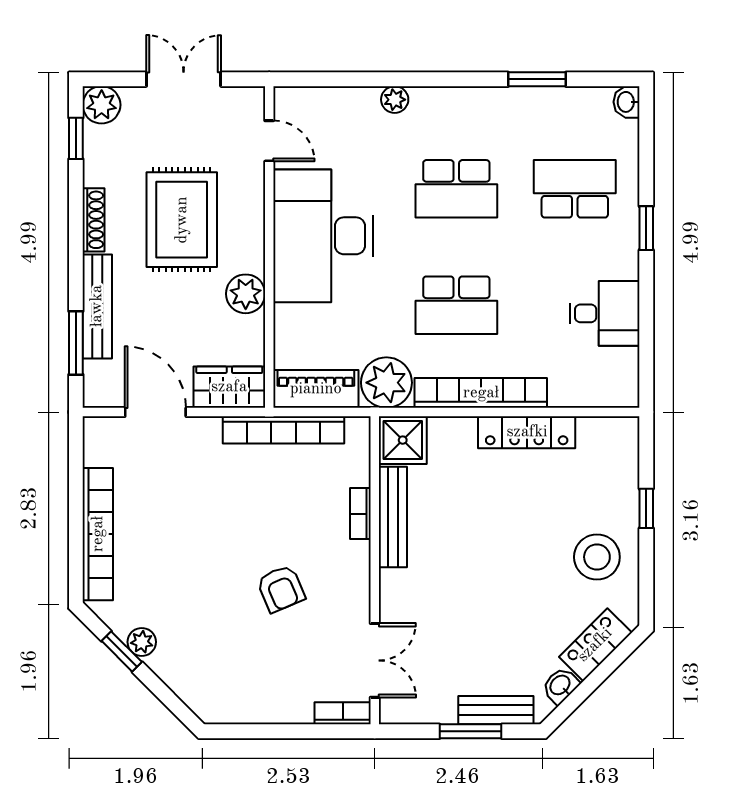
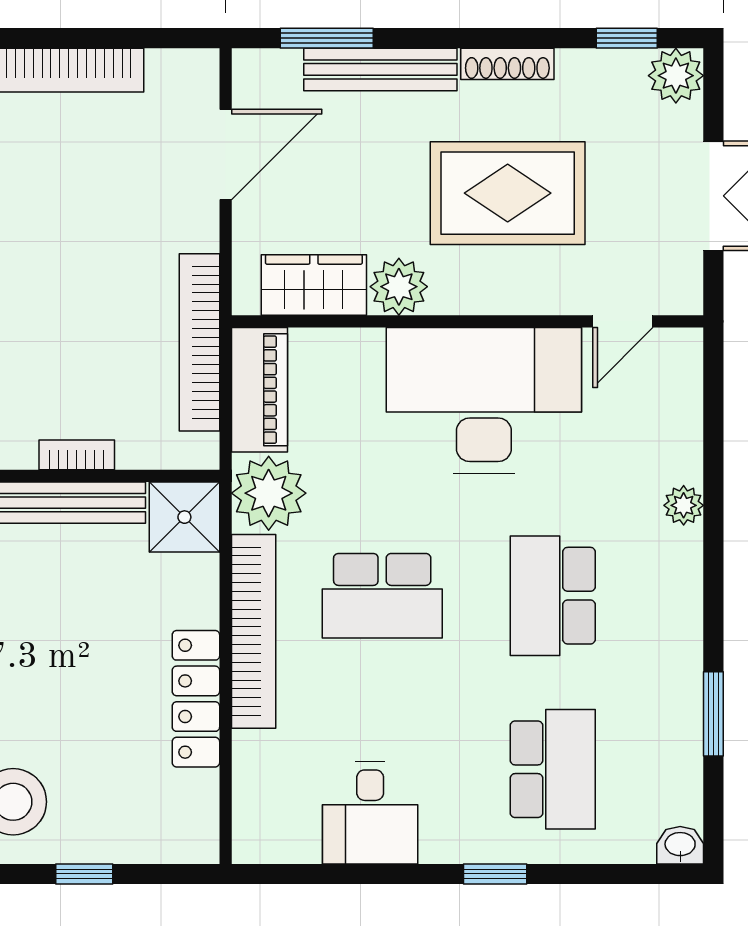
school desk: (456, 305) -> (382, 596), turned -90
wardrobe: (229, 387) -> (314, 285), moved, turned -90

